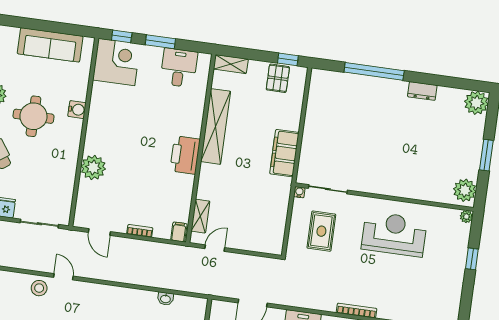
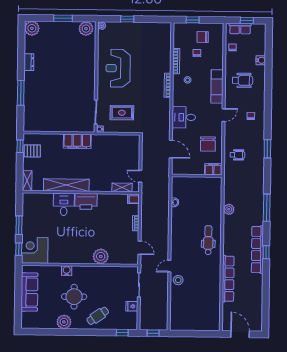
desk: (179, 68) -> (64, 204), moved, turned 90
window: (374, 71) -> (21, 93), width x0.68
door: (99, 232) -> (139, 248), hinge flipped

